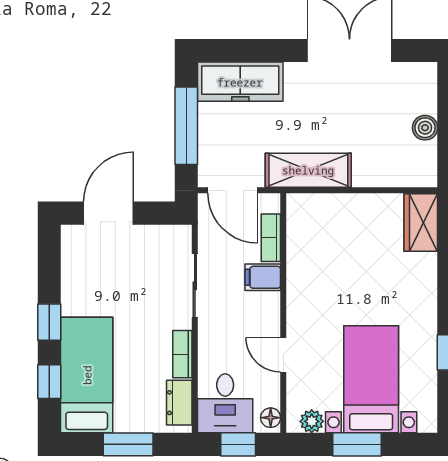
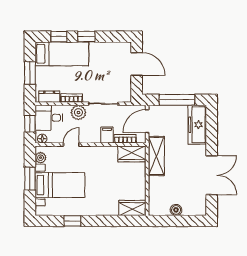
wardrobe: (304, 223) -> (132, 154), added
plant: (214, 339) -> (78, 112), added

